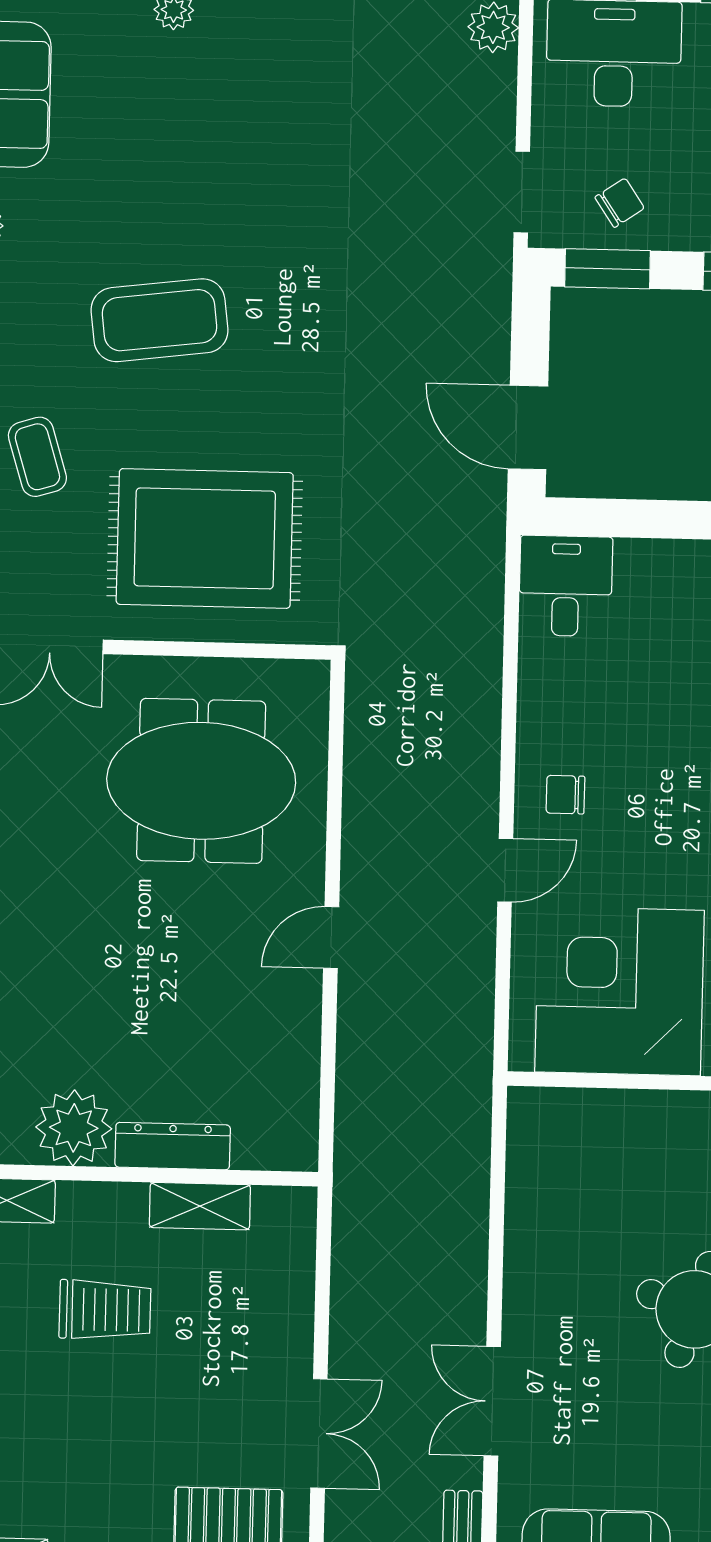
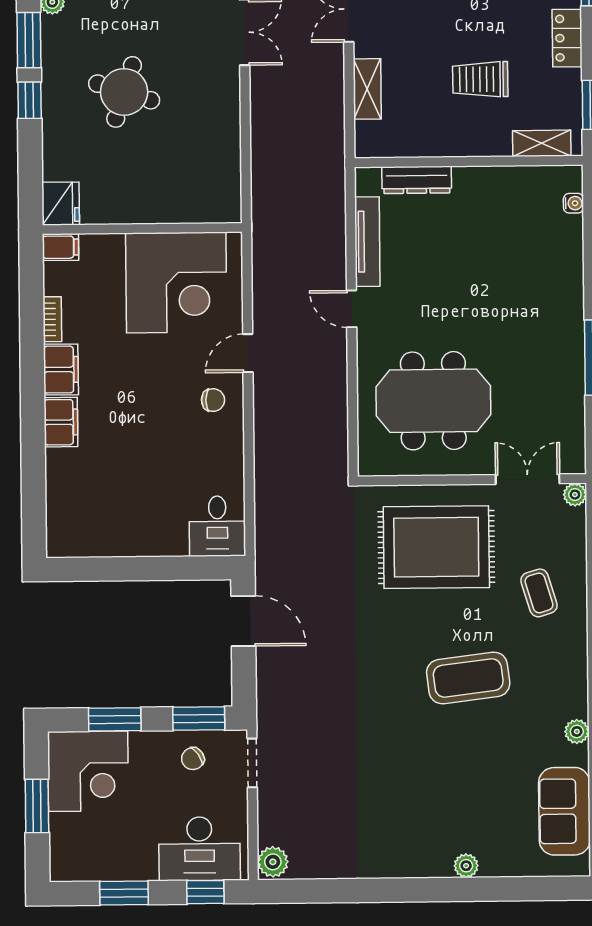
door: (331, 938) -> (352, 309), swing flipped
tv unit: (301, 1048) -> (367, 242), added
plant: (74, 1128) -> (503, 188), removed
dresser: (173, 1146) -> (417, 180), moved
shelving: (200, 1206) -> (367, 89), moved, turned 90

